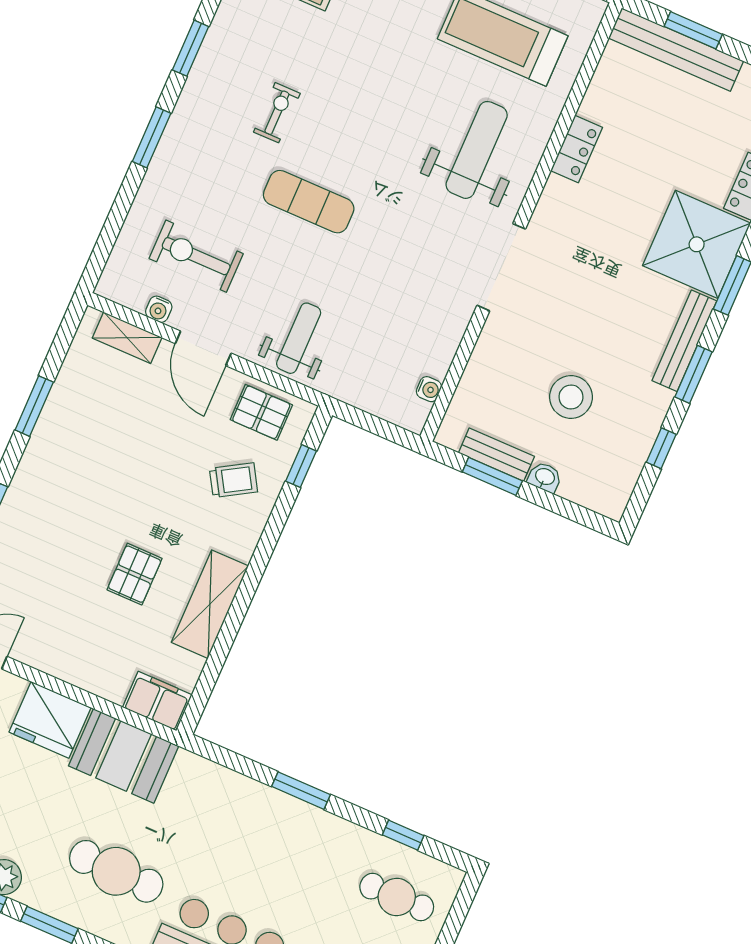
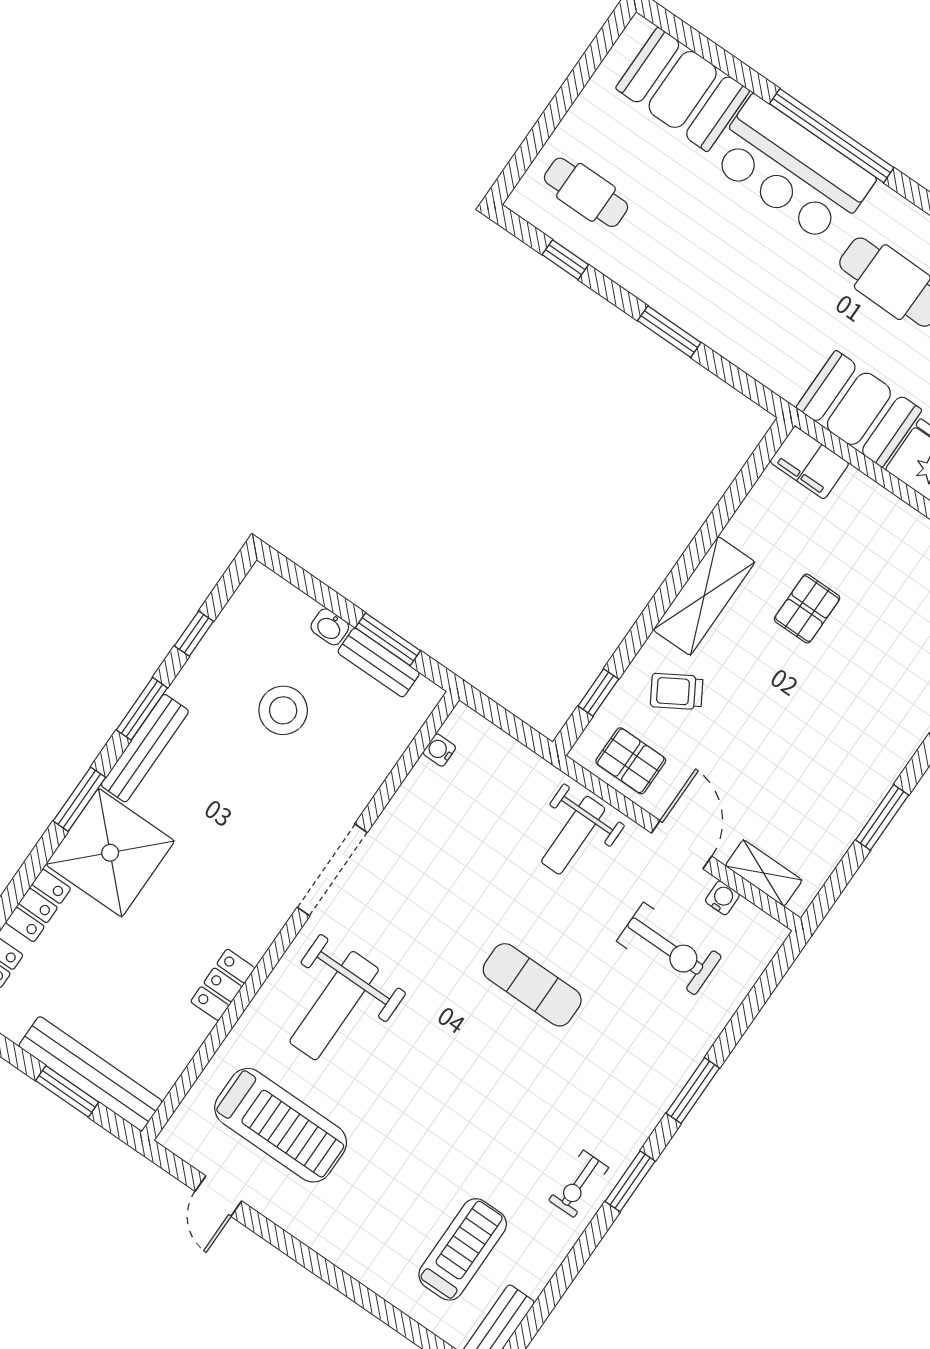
exercise bike: (277, 113) -> (579, 1184), moved
shelving: (210, 604) -> (704, 596), moved

